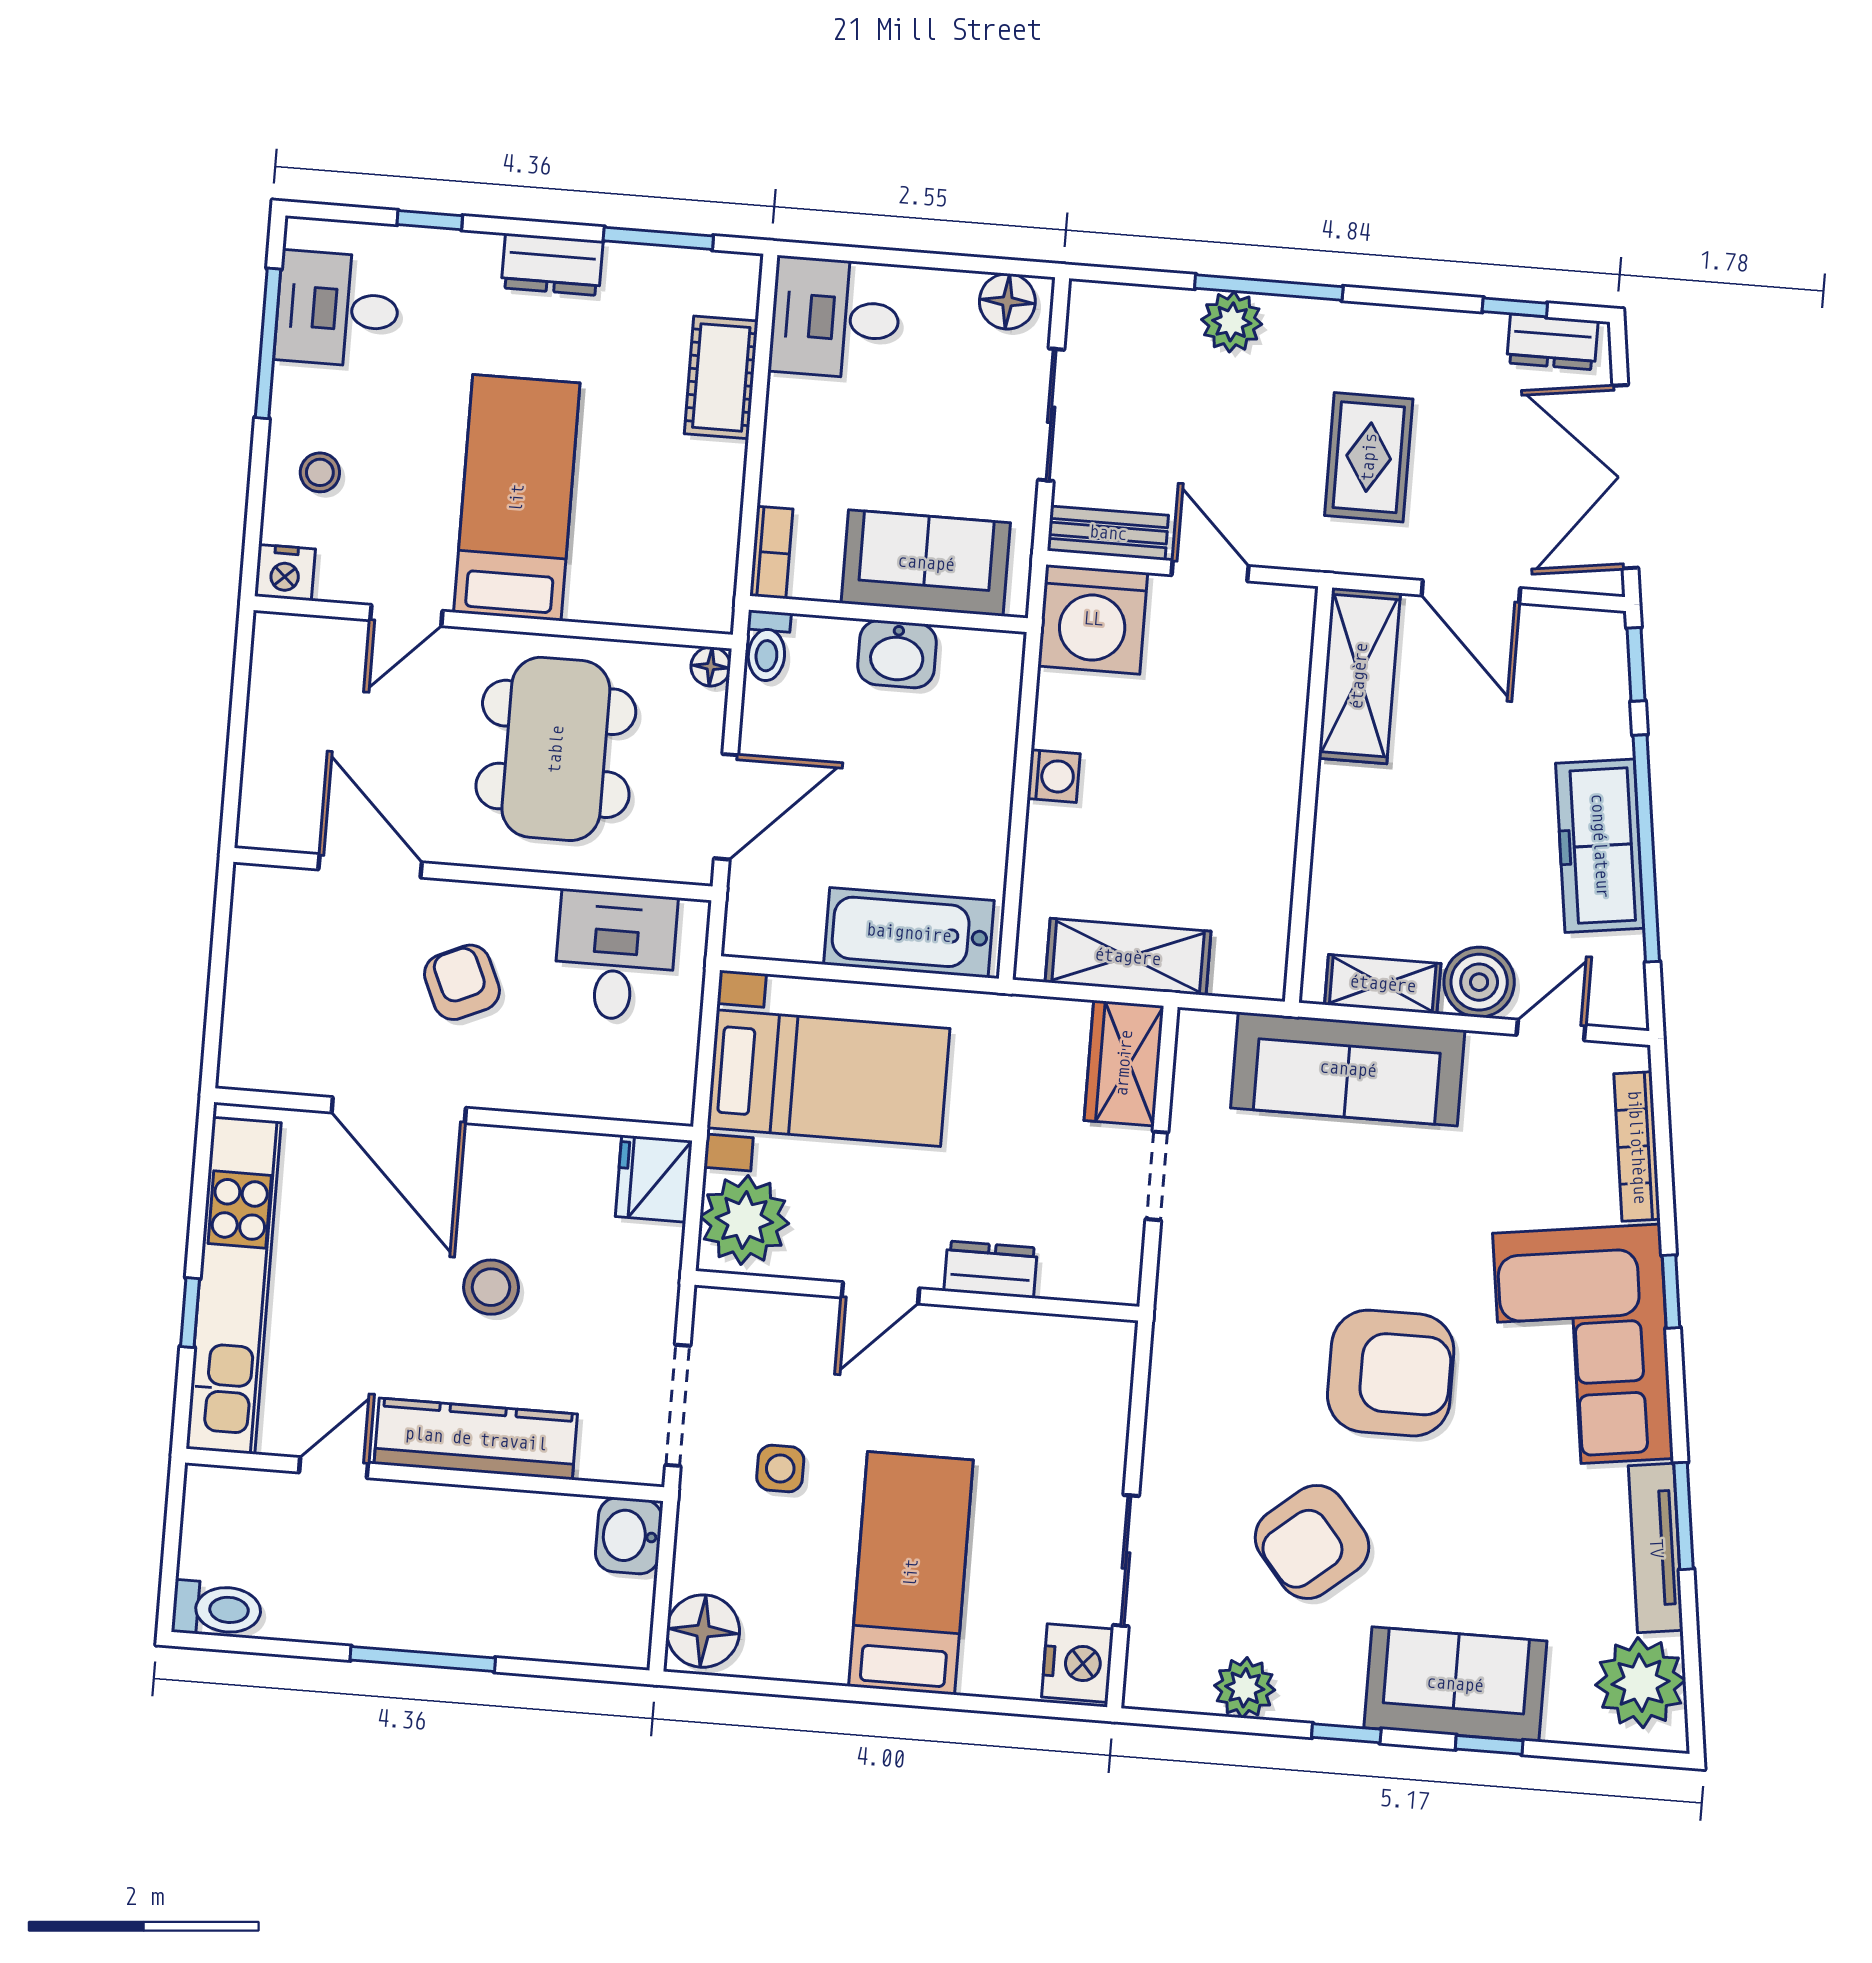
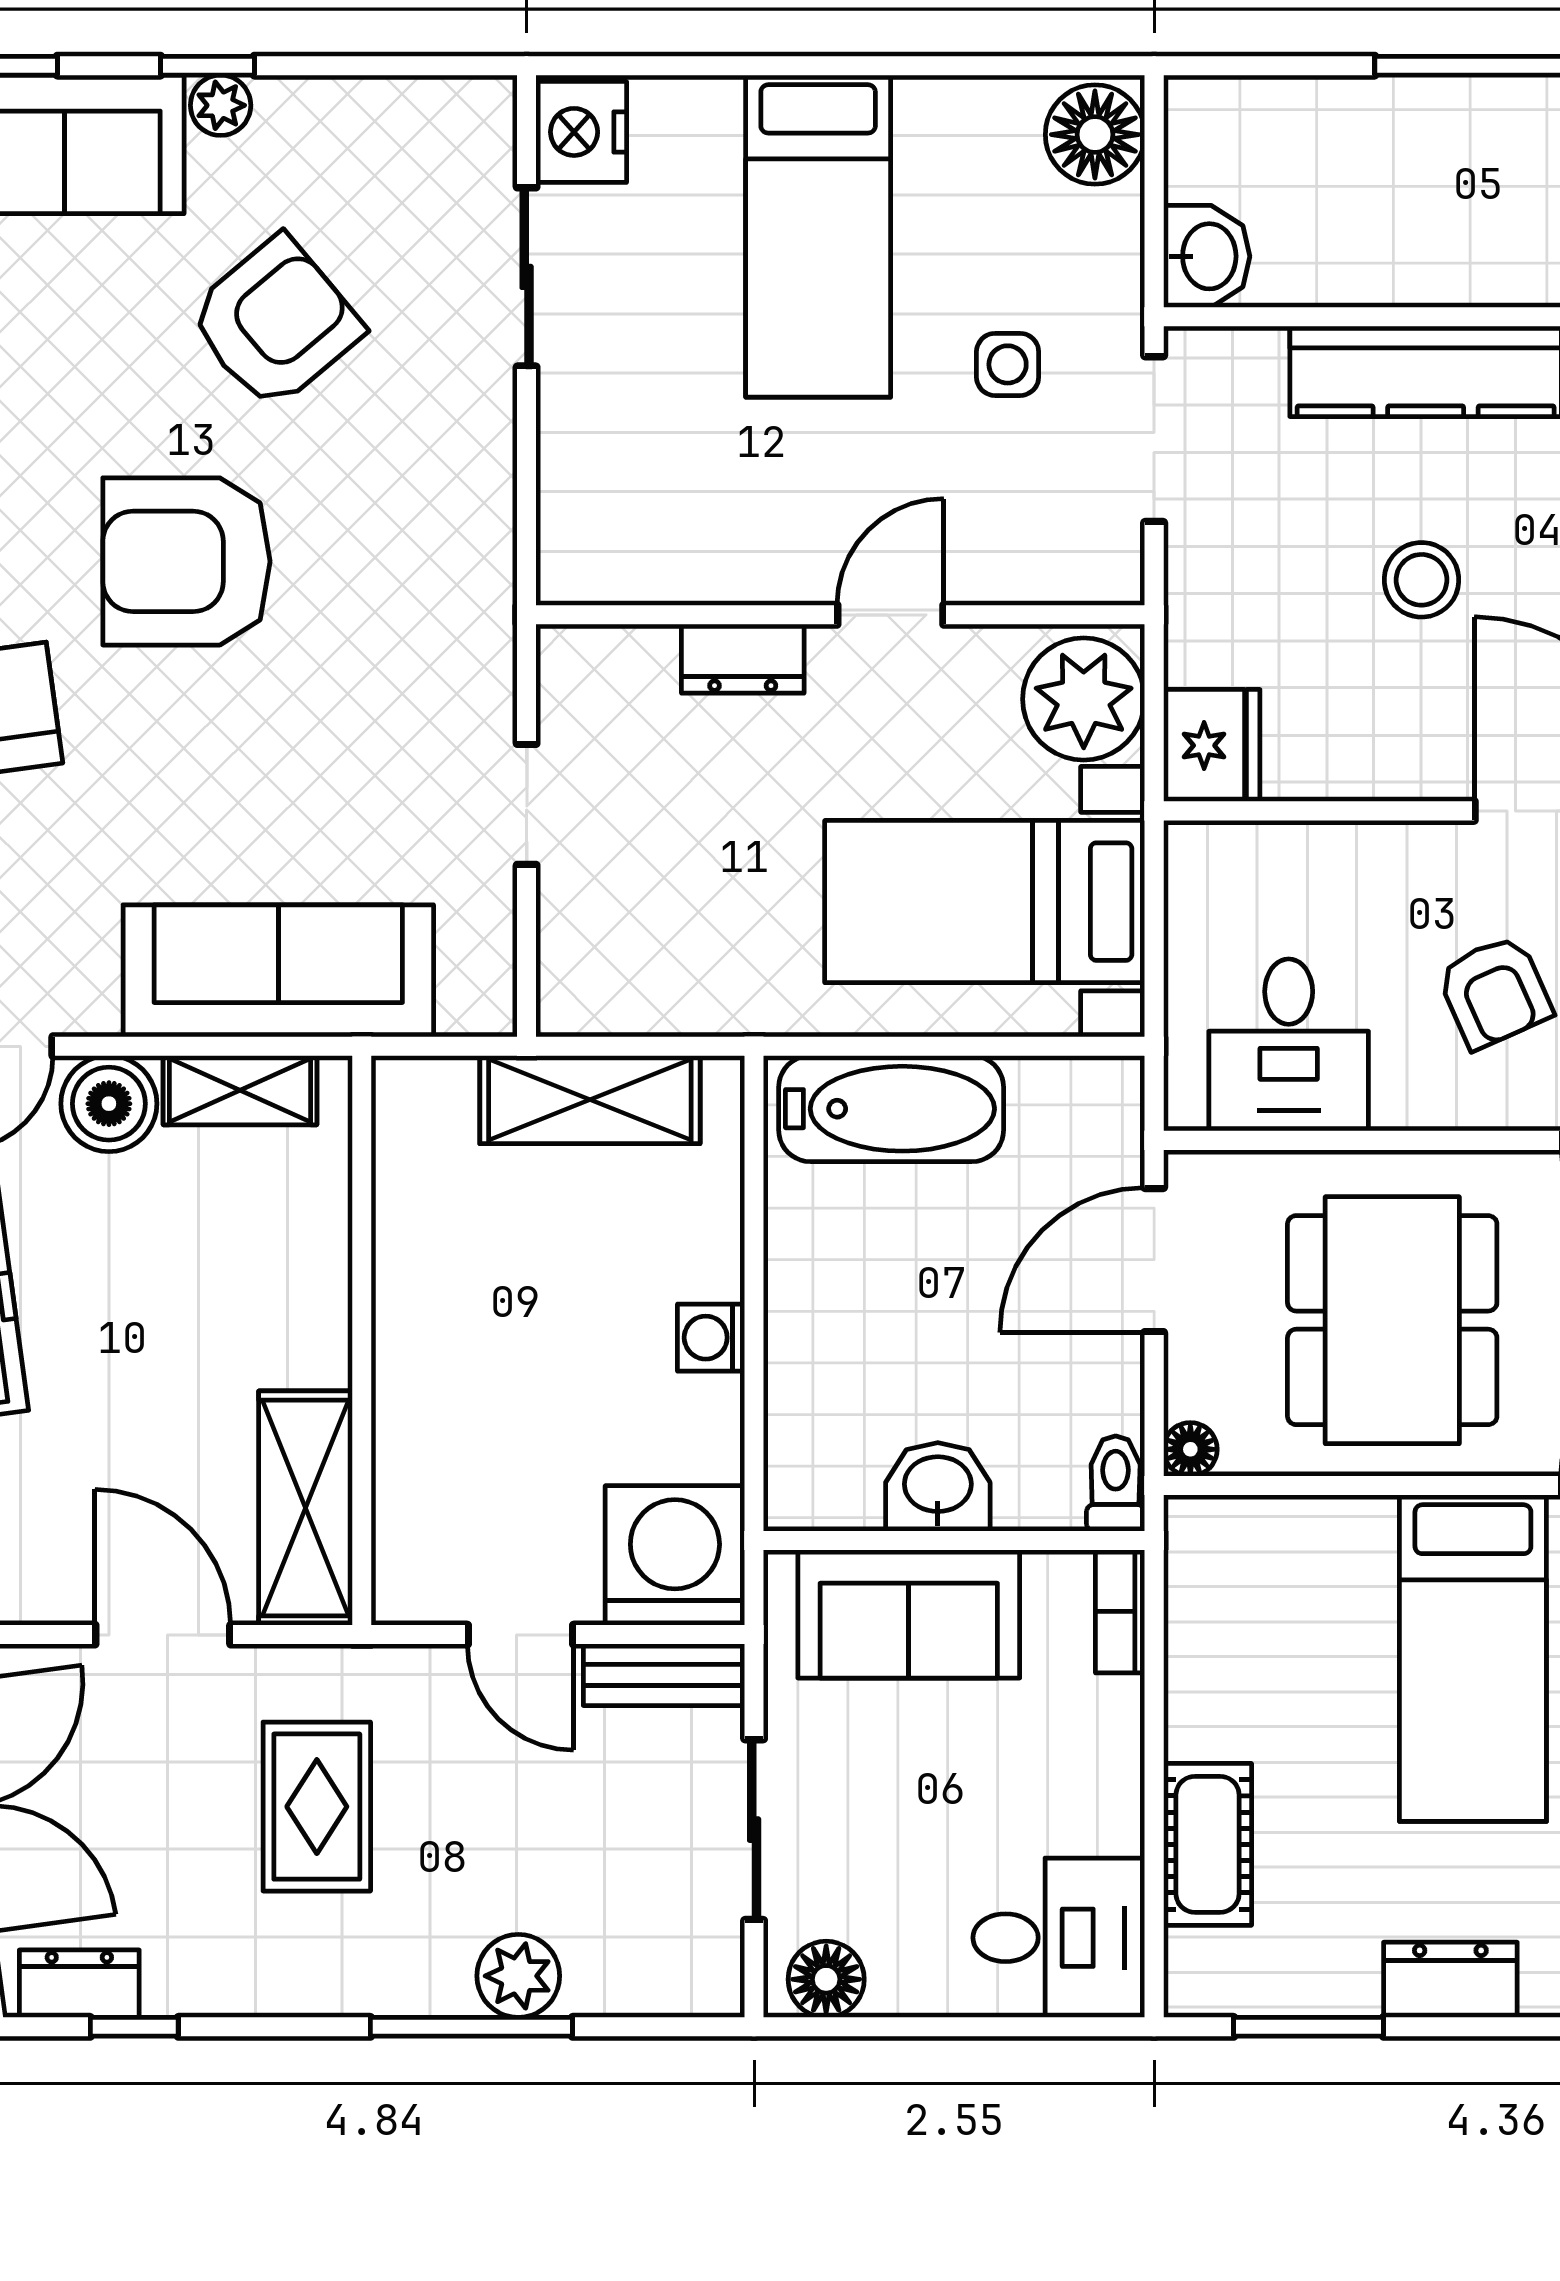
wardrobe: (1124, 1063) -> (584, 954), removed
plant: (1245, 1688) -> (221, 105), moved, width x0.73, depth x0.73

